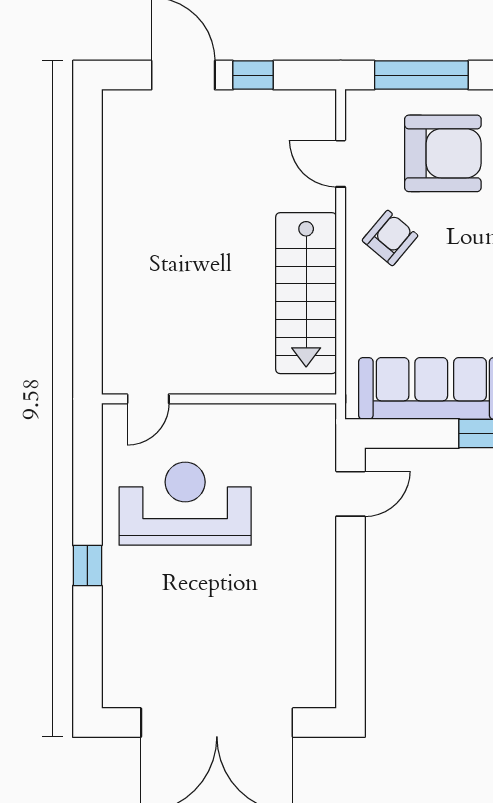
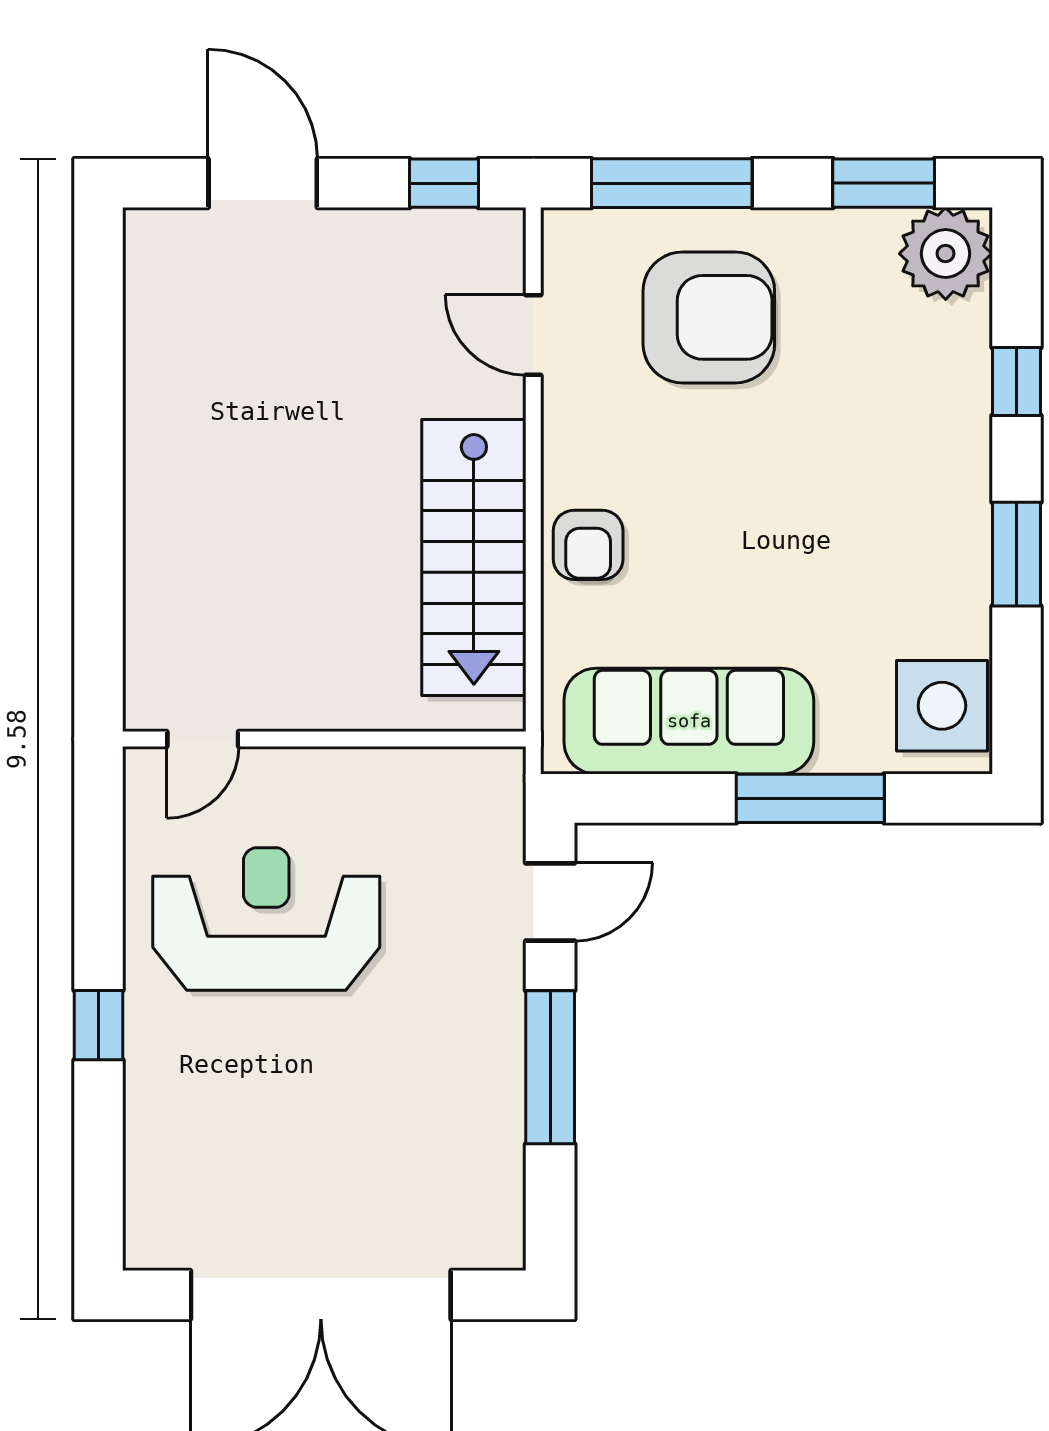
window: (253, 75) -> (444, 183), moved
armchair: (390, 238) -> (588, 545), moved, turned 140
window: (351, 590) -> (550, 1067), added

